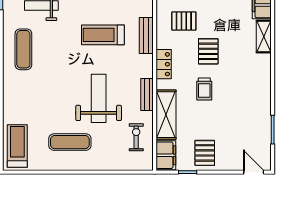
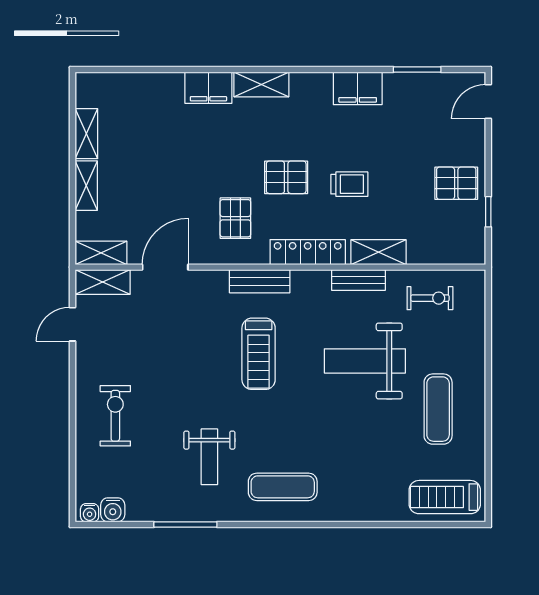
locker: (164, 64) -> (308, 252), width x1.53
shelving: (166, 115) -> (378, 252), width x0.67, depth x0.75
exercise bike: (136, 137) -> (430, 298), turned 180
filing cabinet: (166, 155) -> (358, 88), moved, turned 180

